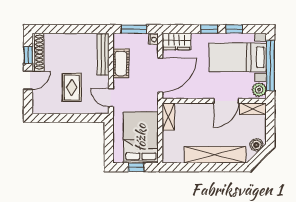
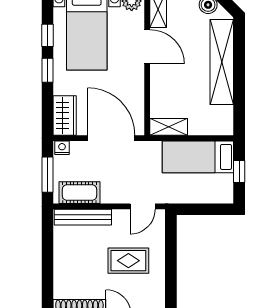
cot: (121, 63) -> (79, 193), moved
bed: (141, 138) -> (198, 157), width x0.67

